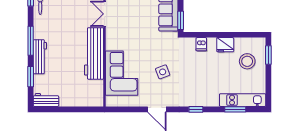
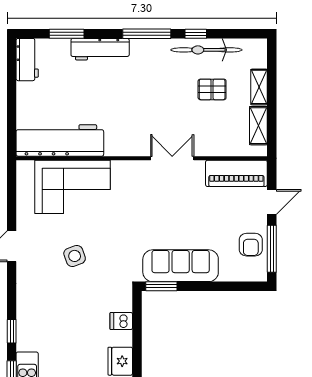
window: (31, 41) -> (147, 34), moved
workbench: (94, 53) -> (60, 140), moved
window: (196, 109) -> (12, 331), moved

